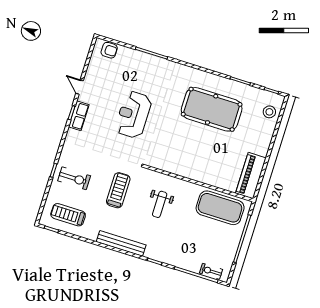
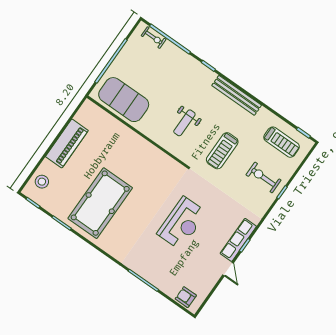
pool table: (212, 109) -> (100, 203), turned 90
row of seats: (79, 116) -> (238, 240), width x1.48
piano: (251, 176) -> (67, 143), moved
weight bench: (160, 204) -> (184, 123), turned 180

